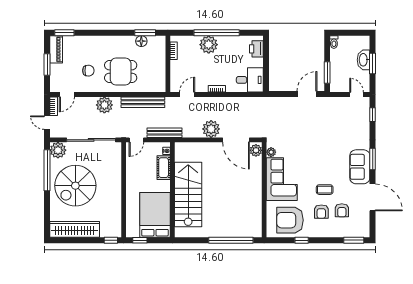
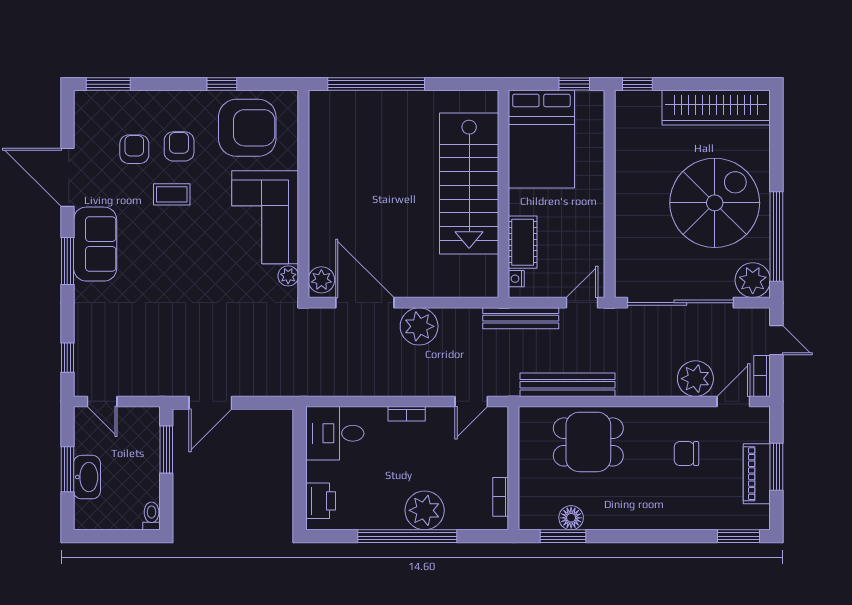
piano: (56, 49) -> (757, 474), moved
dining table: (121, 72) -> (588, 442), moved
plant: (104, 105) -> (695, 379), moved

